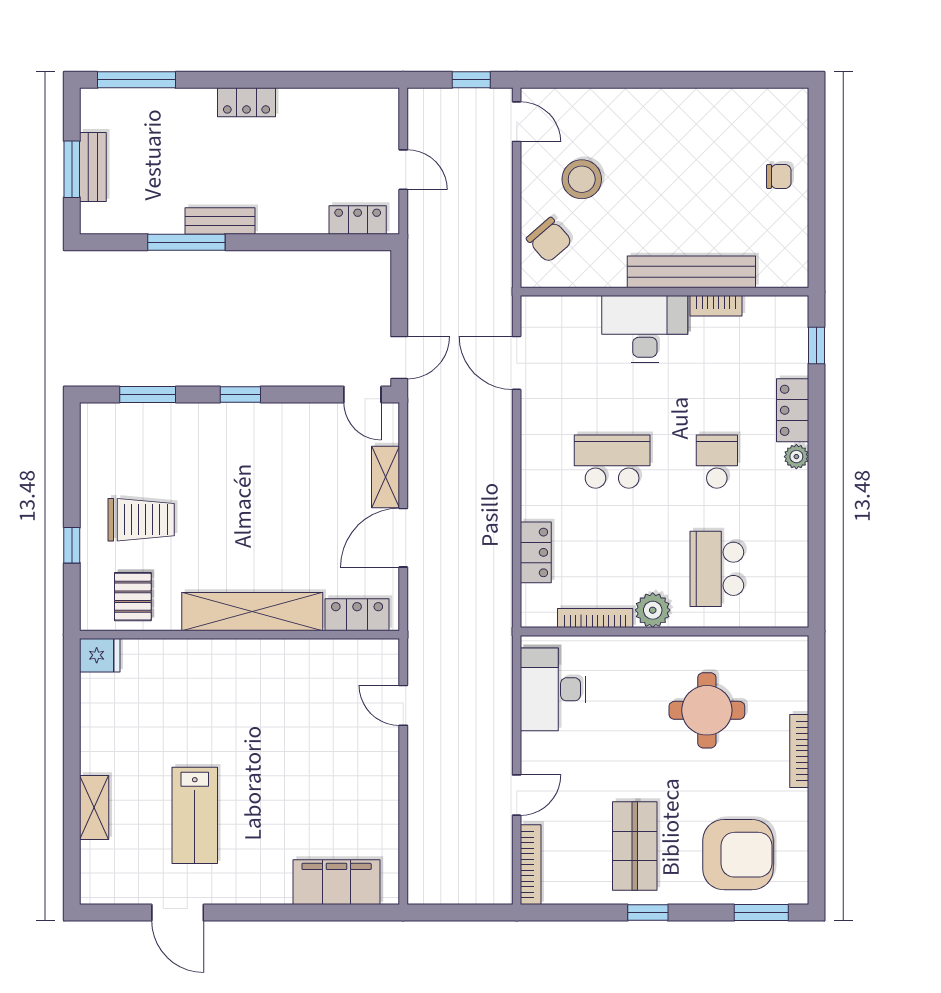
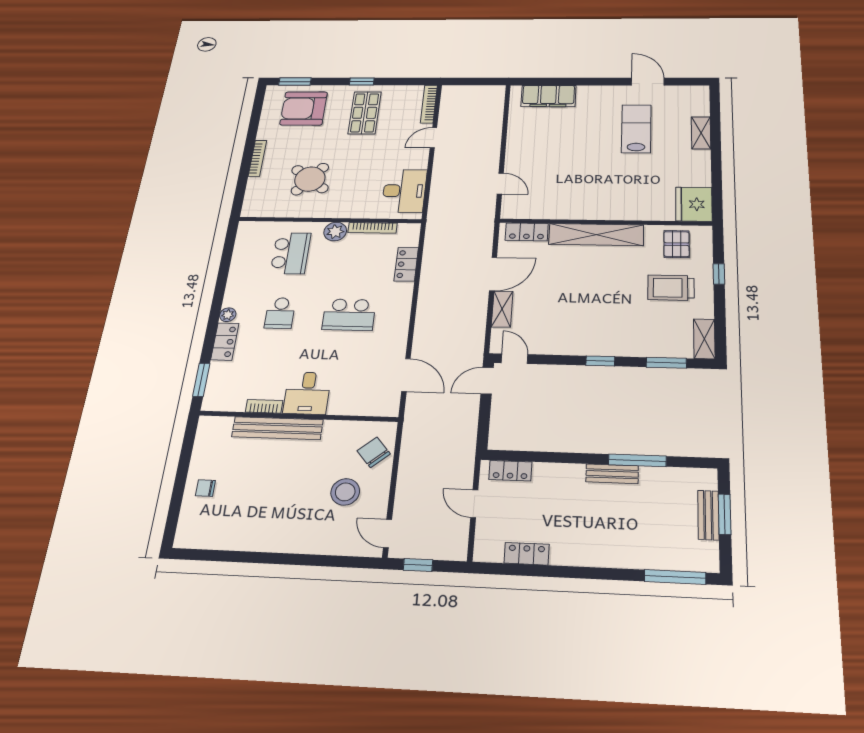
locker: (247, 102) -> (527, 554), moved
desk: (645, 329) -> (307, 393), width x0.73
window: (816, 346) -> (201, 380), width x1.50
shelving: (94, 435) -> (704, 339), added
fridge: (100, 655) -> (694, 204), width x1.88, depth x1.34
round table: (707, 710) -> (310, 179), turned 38

